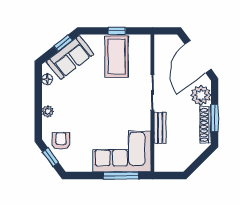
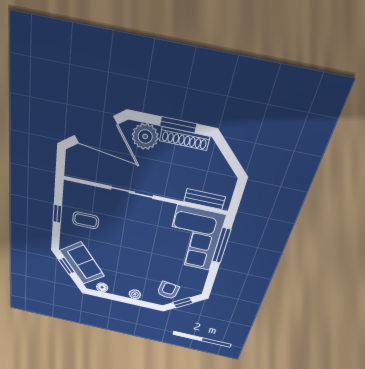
coffee table: (117, 56) -> (86, 220), width x0.54, depth x0.58
bench: (160, 128) -> (204, 199), moved
armchair: (61, 141) -> (168, 290), turned 99

